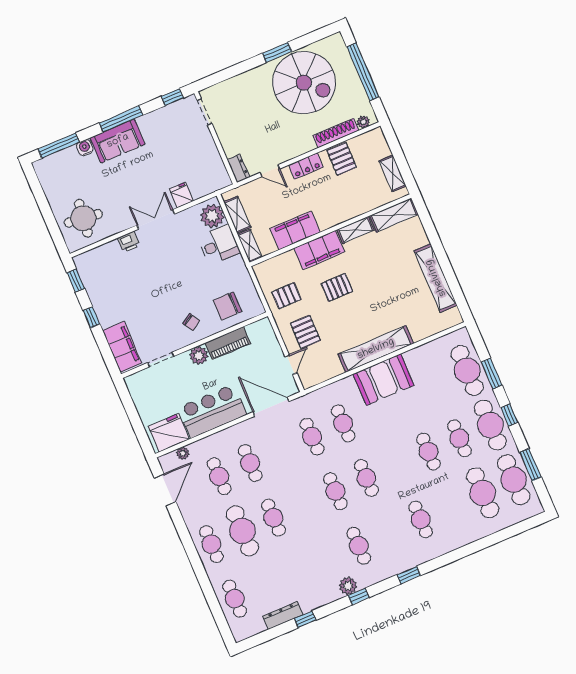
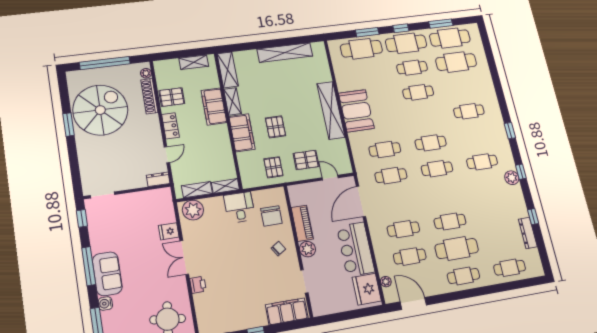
filing cabinet: (295, 230) -> (214, 106), moved
desk: (219, 245) -> (239, 207), moved

